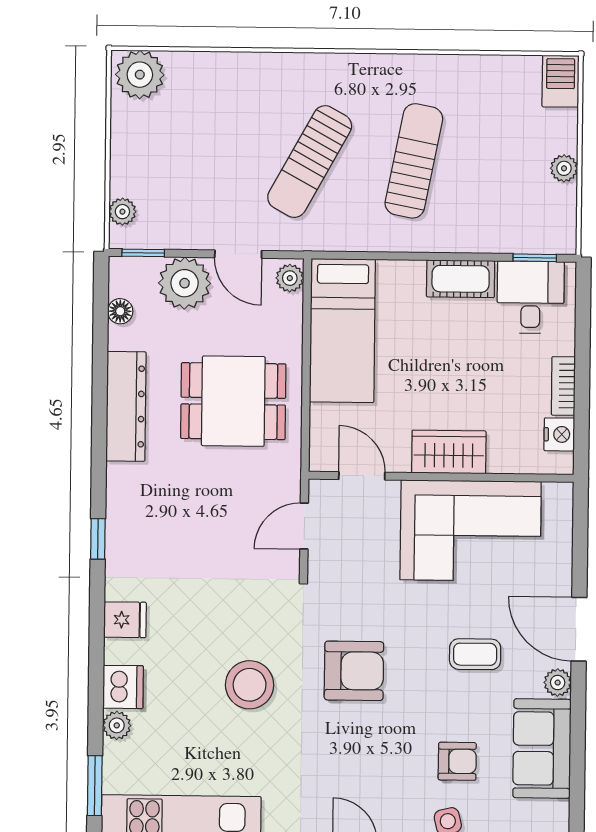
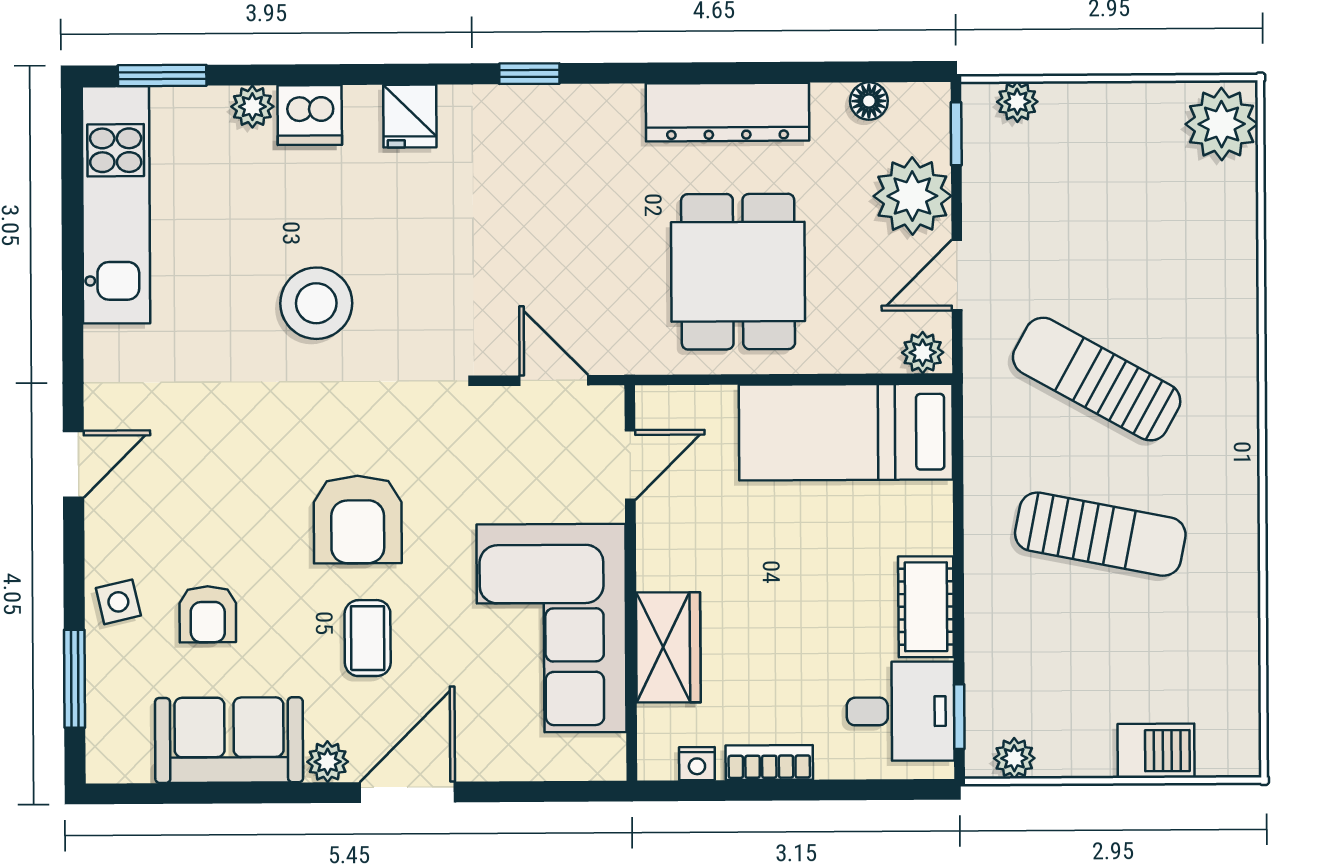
barbecue: (561, 81) -> (1156, 751), moved
plant: (564, 168) -> (1014, 758), moved
nightstand: (559, 434) -> (697, 764), width x0.72, depth x0.74
wardrobe: (449, 452) -> (668, 647), moved
armchair: (354, 671) -> (358, 520), moved

